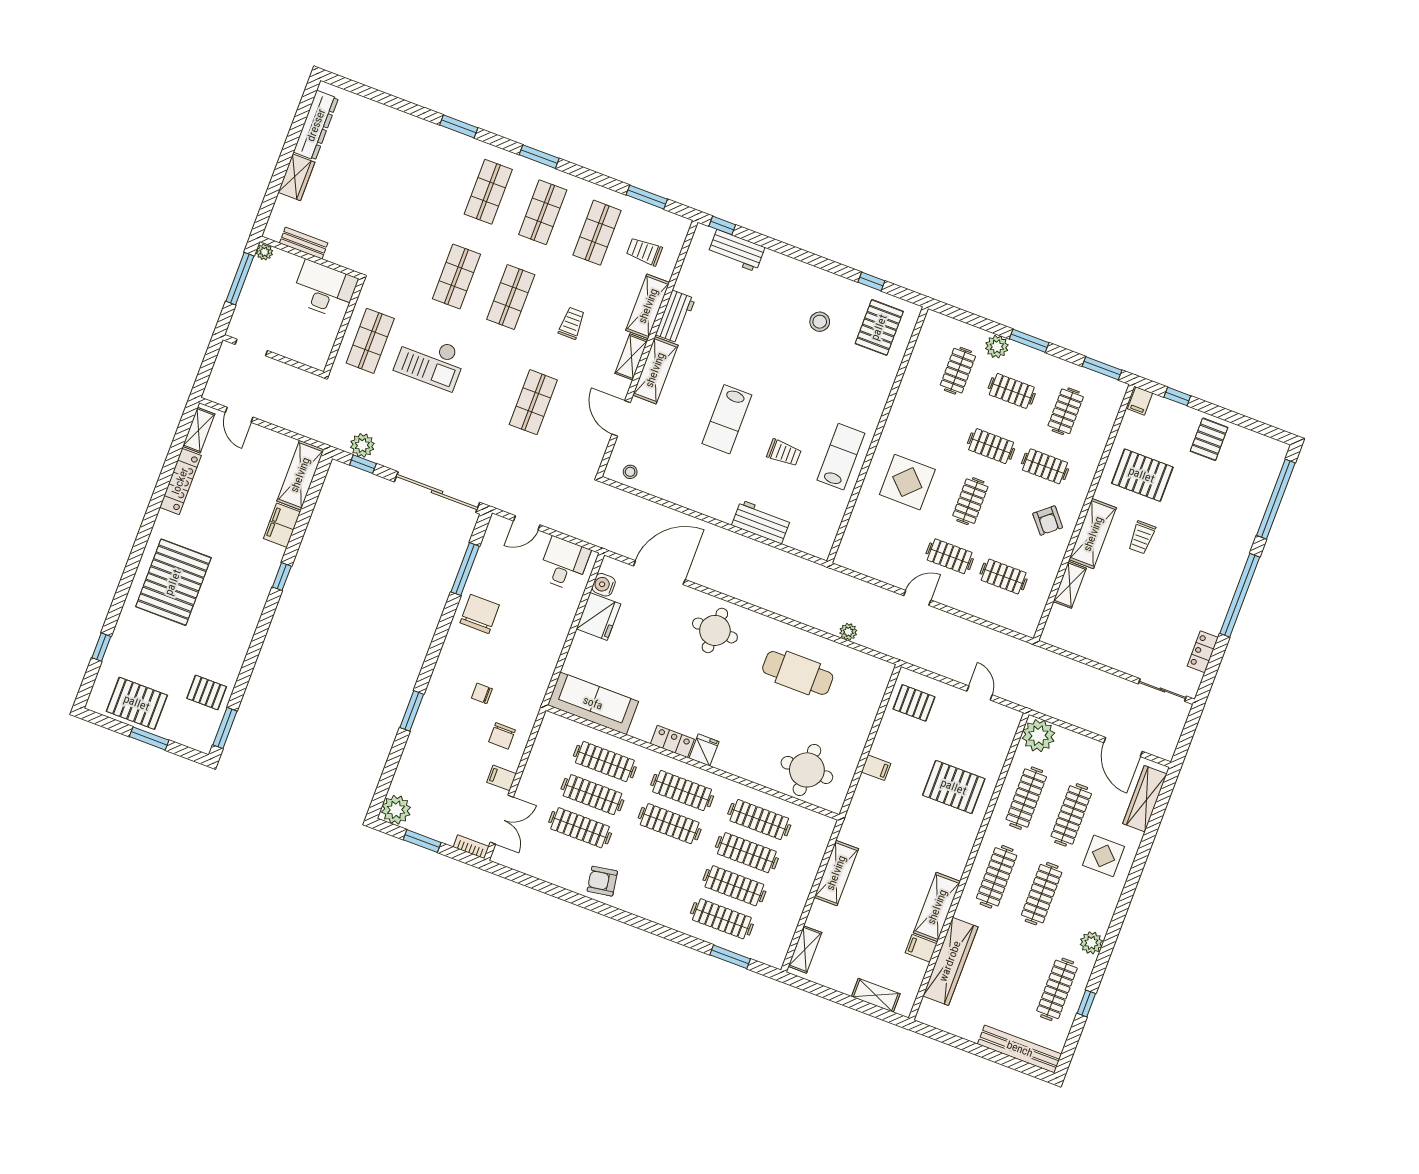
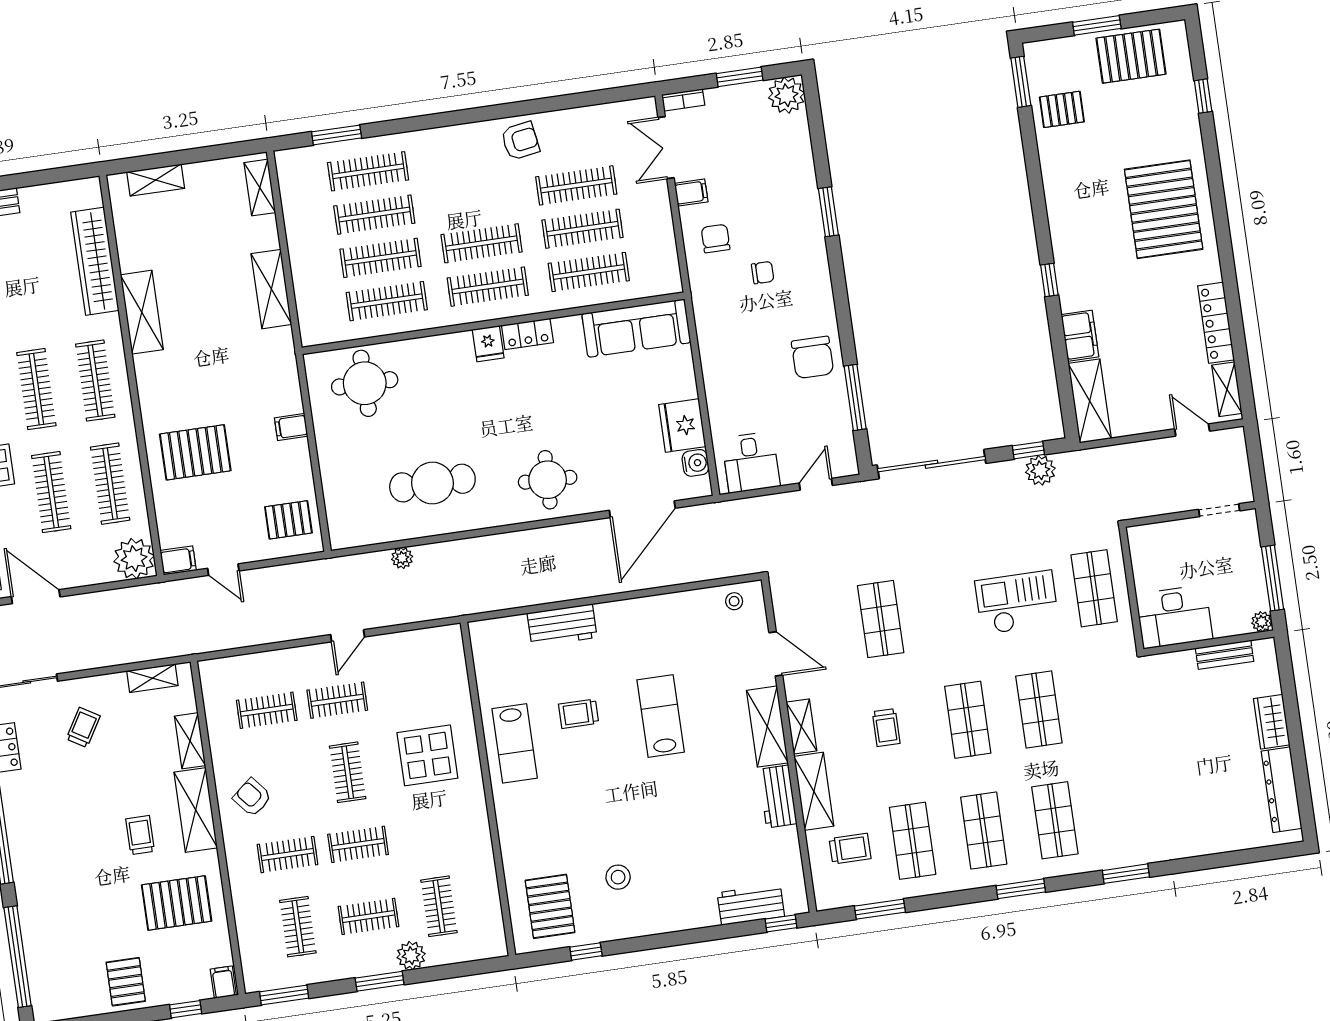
trolley: (1140, 636) -> (83, 727), added
shelving: (1072, 644) -> (152, 678), added
filing cabinet: (921, 948) -> (178, 560), moved

